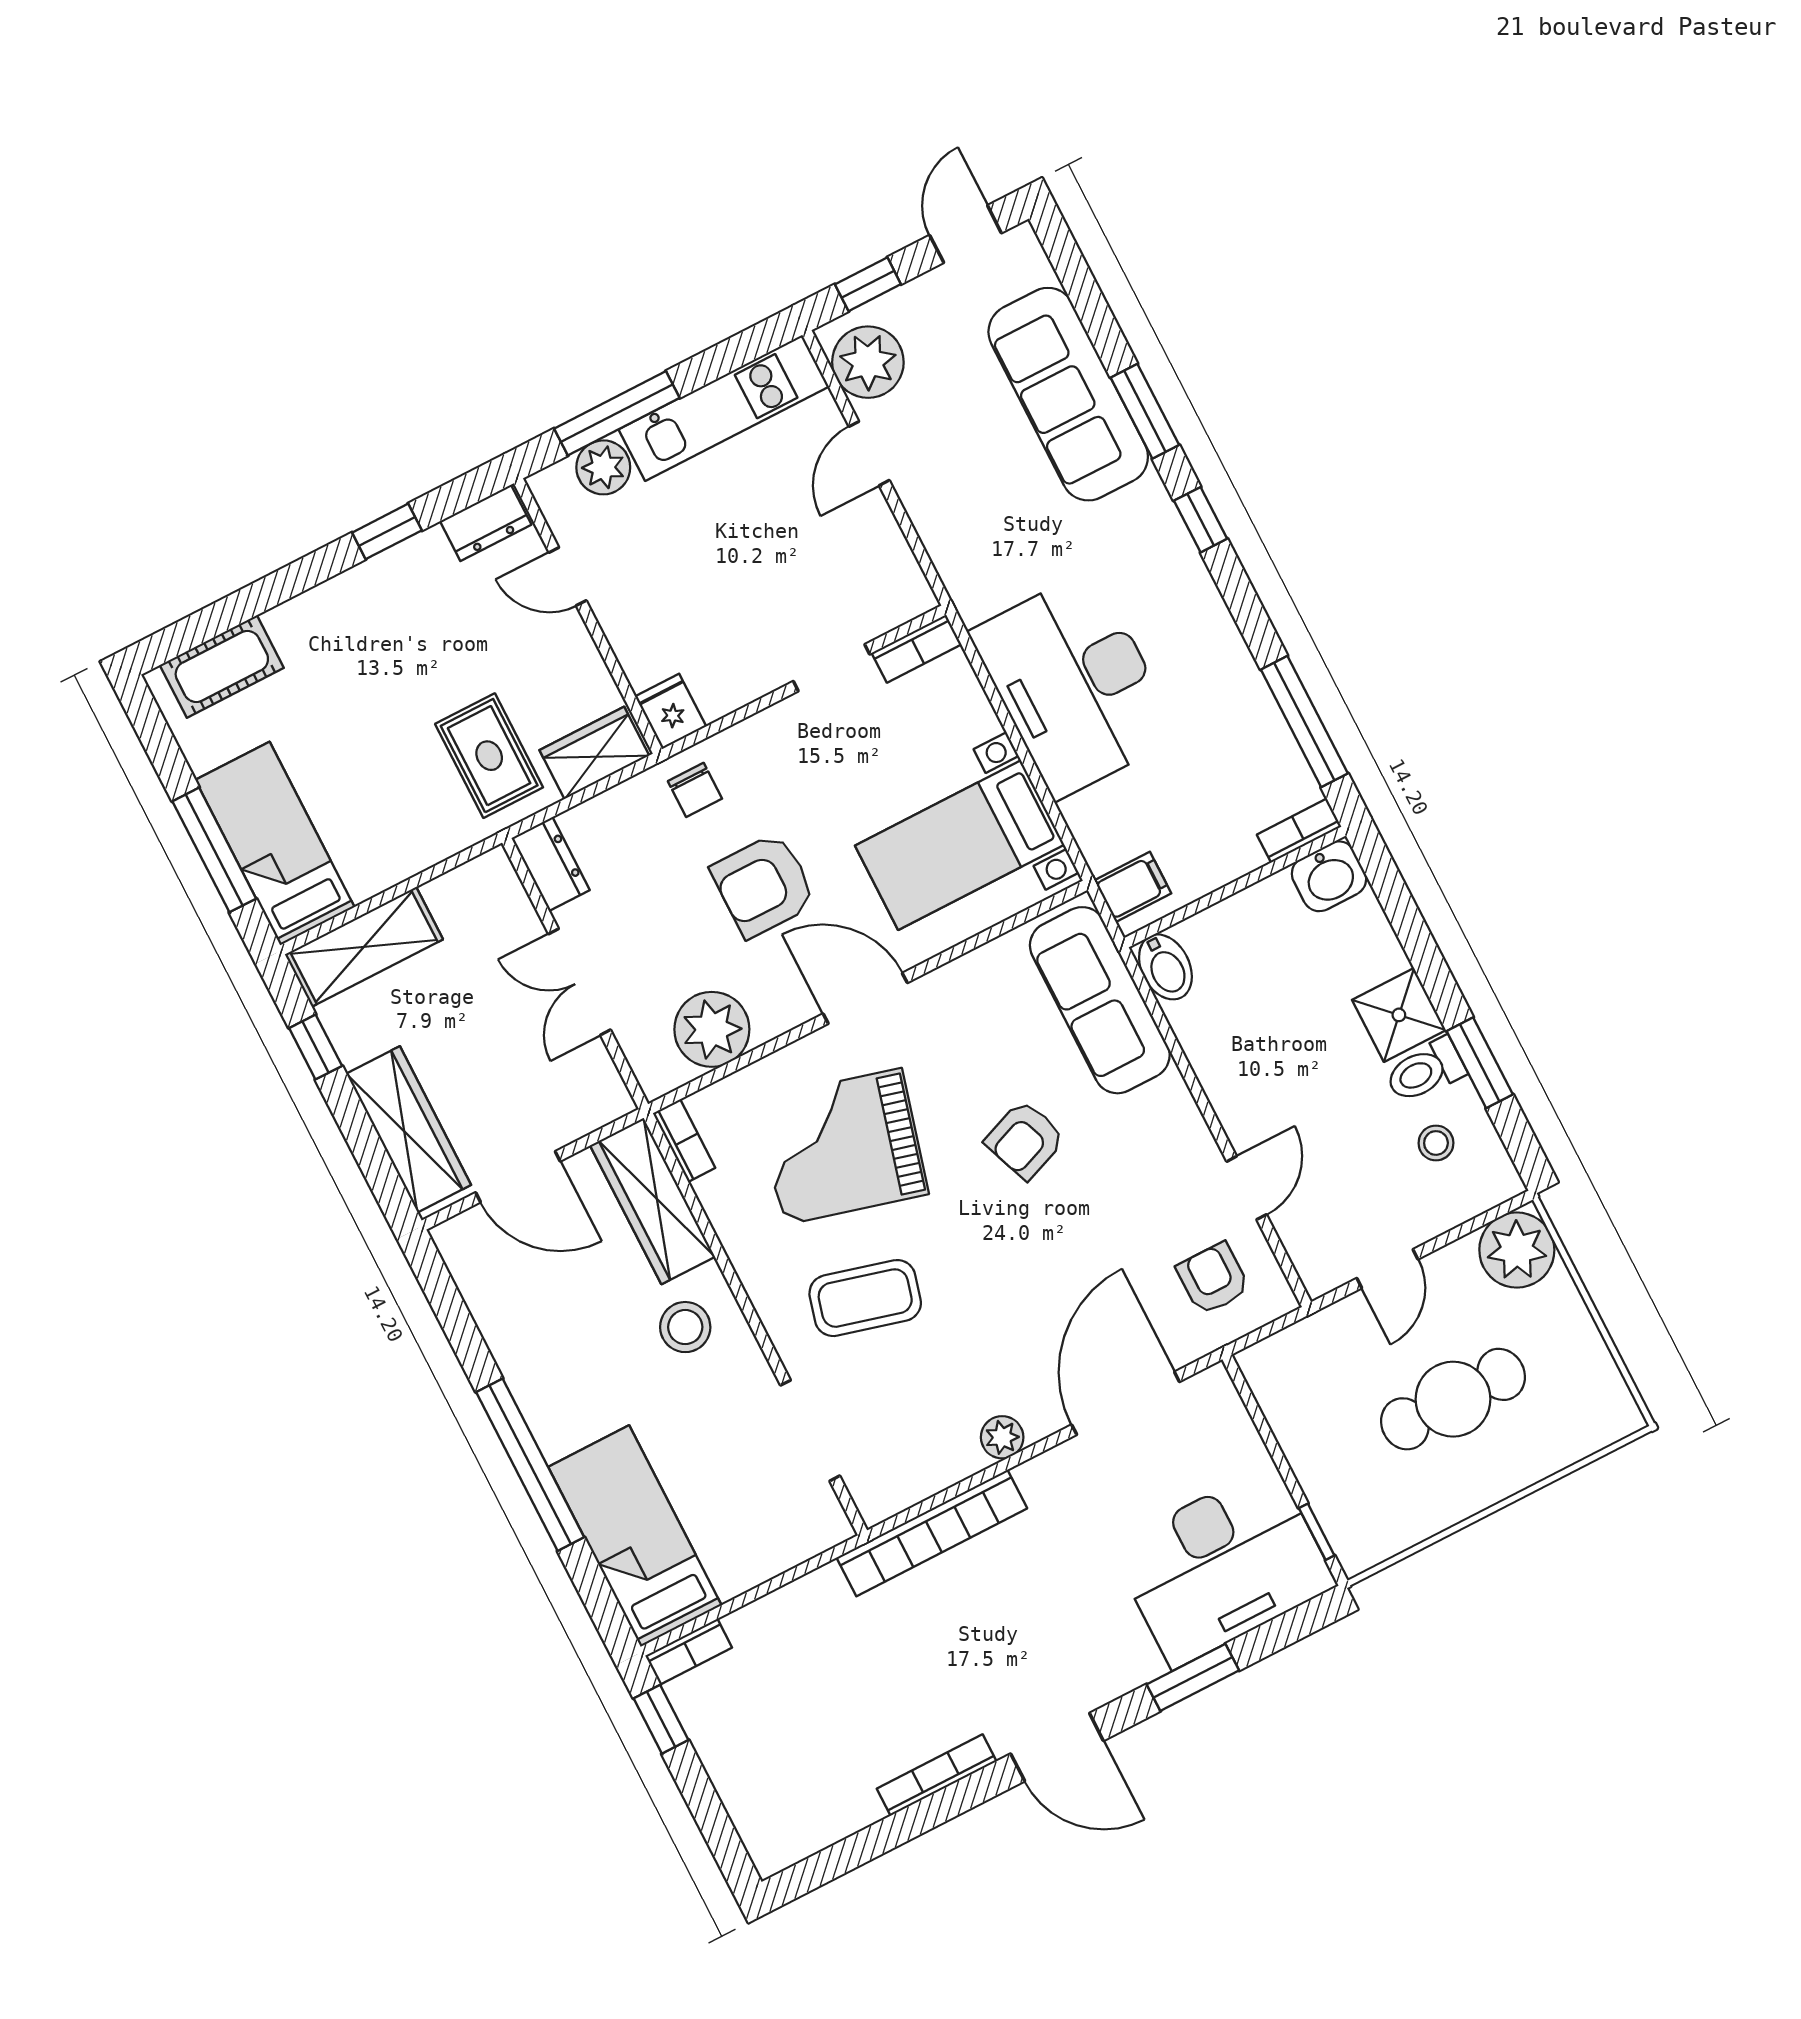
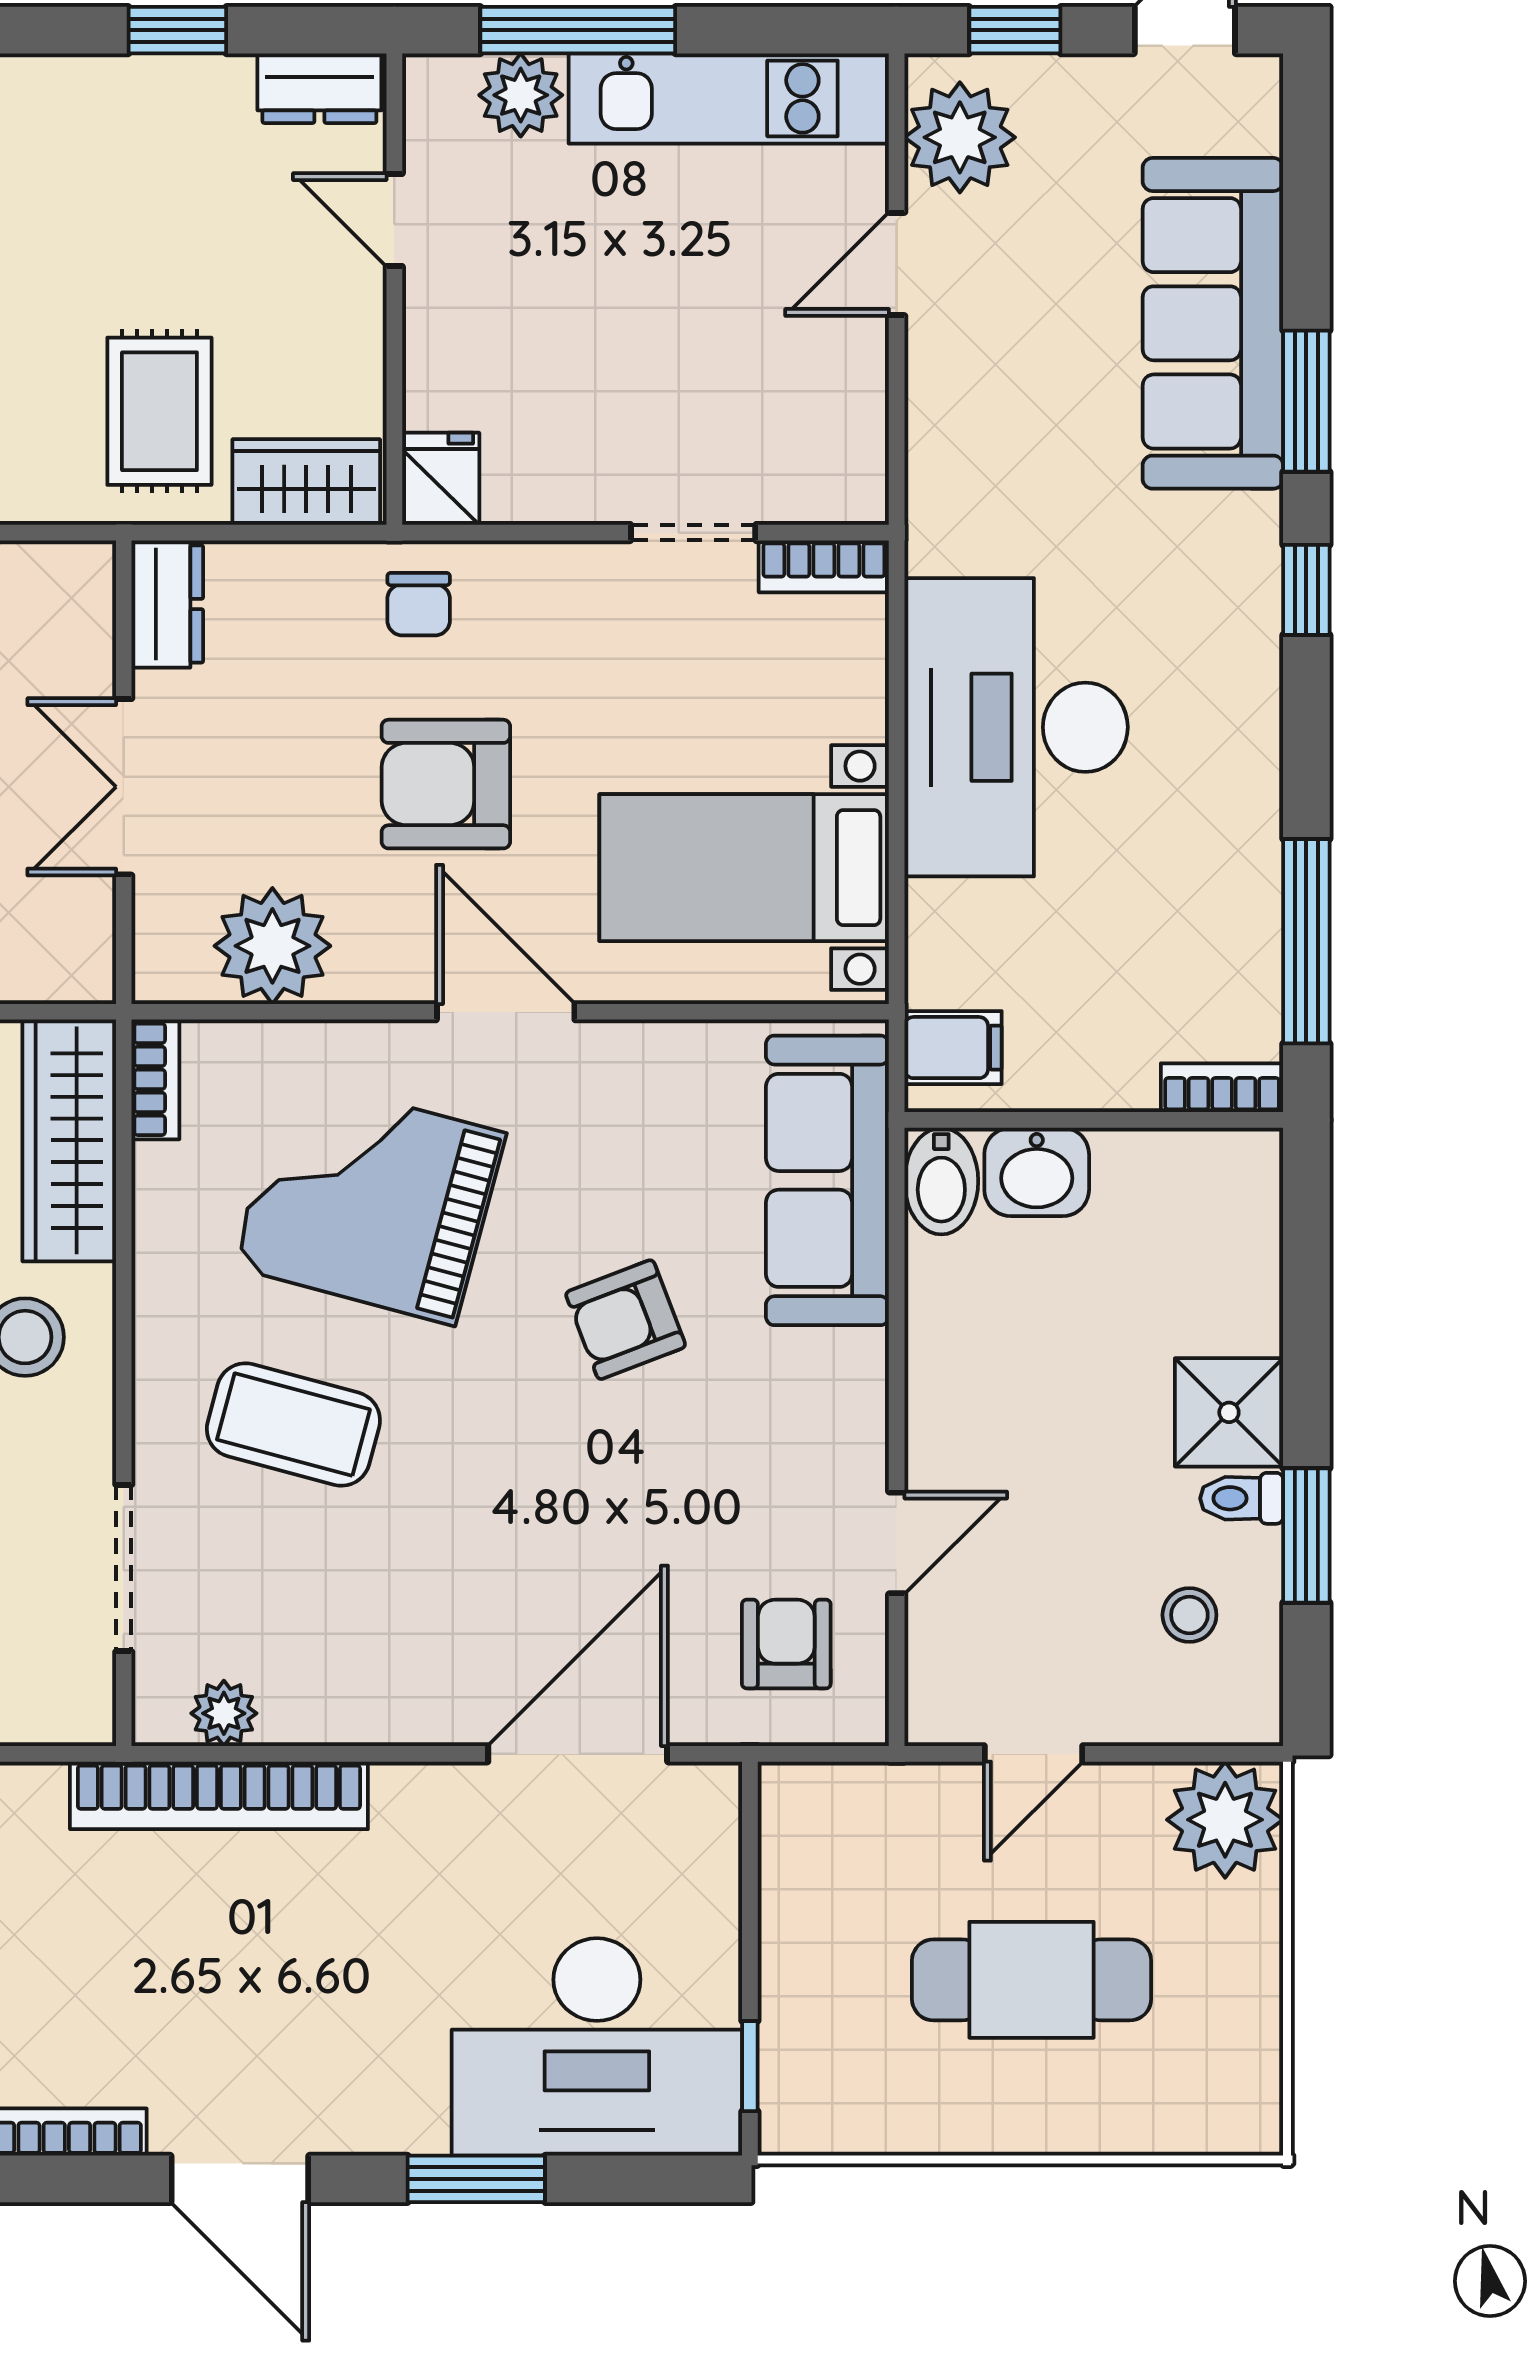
washbasin: (1329, 876) -> (1037, 1172), moved
toilet: (1425, 1071) -> (1242, 1498), width x0.73, depth x0.72
plant: (1002, 1437) -> (224, 1713), moved

